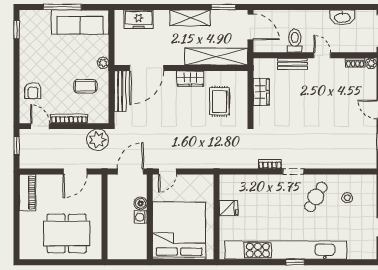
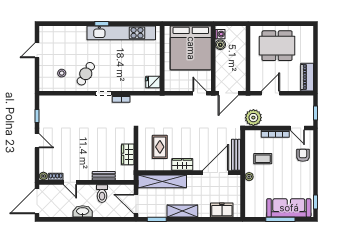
washbasin: (342, 17) -> (83, 211), moved
sofa: (80, 22) -> (289, 208), moved
door: (322, 55) -> (70, 182), moved
door: (168, 171) -> (200, 93), hinge flipped
boiler: (140, 203) -> (220, 45), moved
fridge: (229, 208) -> (153, 82), moved
washing machine: (141, 217) -> (220, 34), moved
kitchen unit: (286, 250) -> (121, 33), width x0.73

